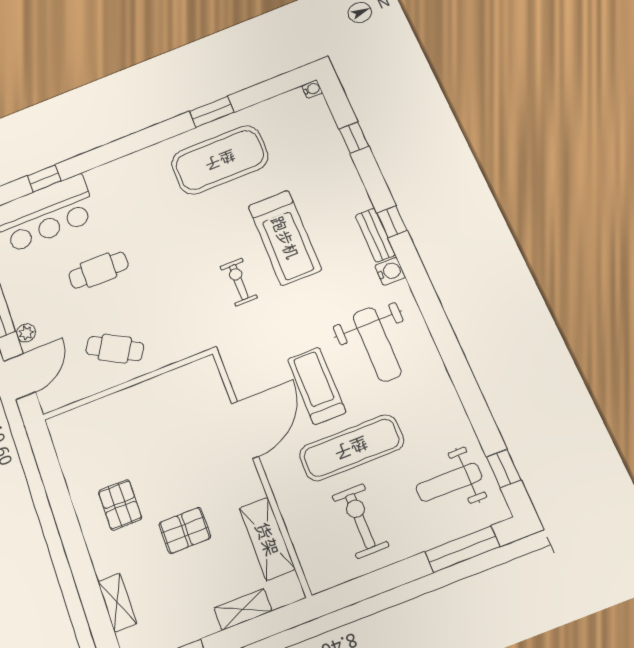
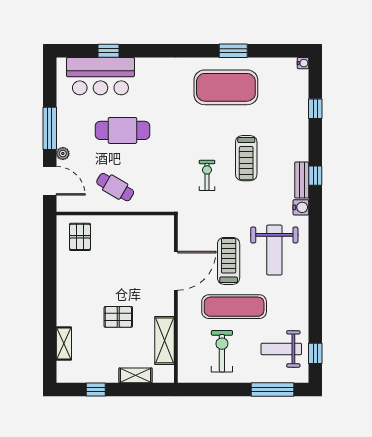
treadmill: (285, 238) -> (246, 158), width x0.73, depth x0.73
cafe table: (98, 270) -> (122, 130), width x1.37, depth x1.35
door: (20, 376) -> (50, 181), hinge flipped
pallet: (120, 505) -> (80, 237), moved

